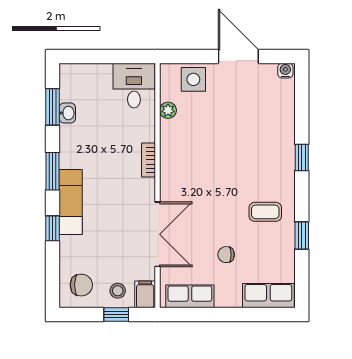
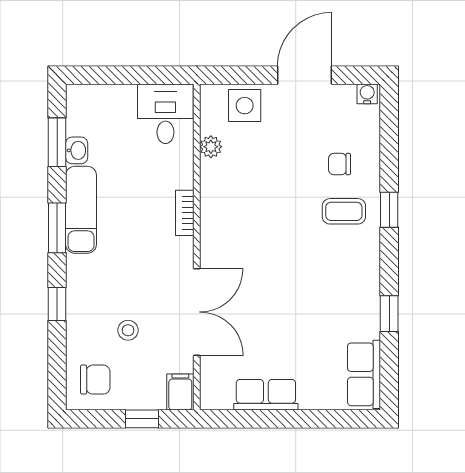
door: (238, 56) -> (305, 75), hinge flipped
exam couch: (71, 202) -> (81, 210), moved
coffee table: (265, 212) -> (344, 211), moved
chair: (226, 255) -> (340, 164), moved
stool: (118, 291) -> (128, 330), moved
row of seats: (190, 296) -> (266, 395), moved
row of seats: (268, 296) -> (364, 374), moved, turned -90

